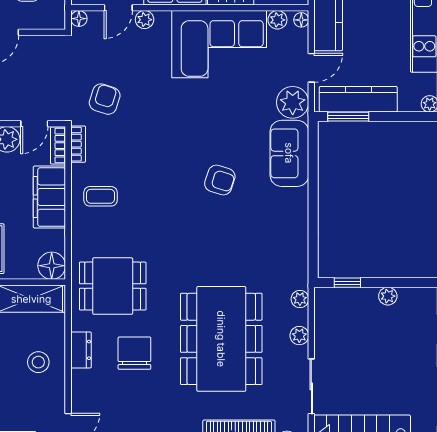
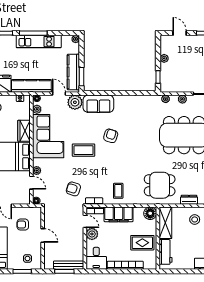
coffee table: (189, 121) -> (84, 150), added
dining table: (113, 286) -> (160, 185), turned 90
chair: (134, 353) -> (191, 175), removed

